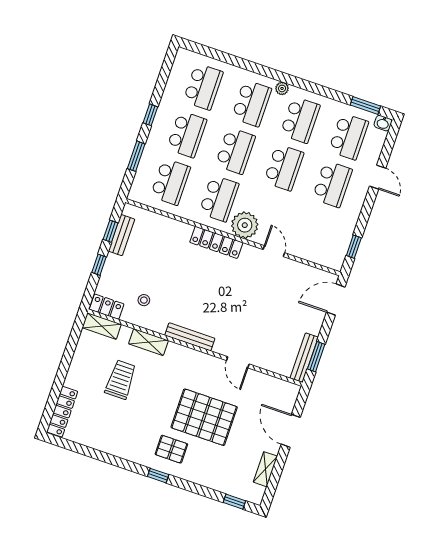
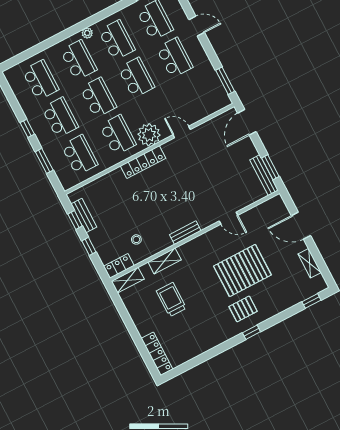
window: (354, 247) -> (225, 81), width x1.50
bench: (190, 337) -> (185, 233), width x0.73

